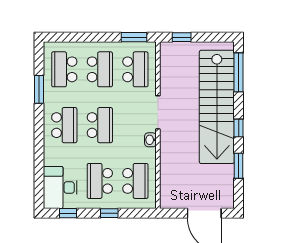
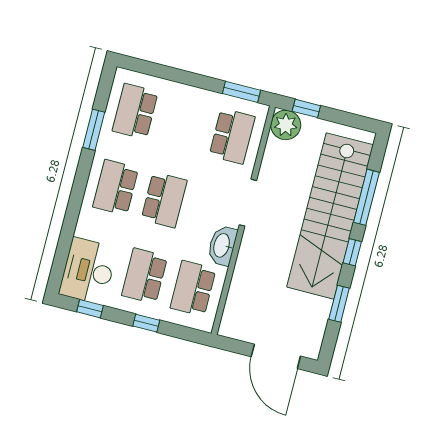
plant: (170, 52) -> (286, 125), added
school desk: (100, 69) -> (184, 124), removed
window: (239, 72) -> (366, 197), moved
school desk: (64, 125) -> (116, 187), turned 180
washbasin: (150, 140) -> (222, 246), width x1.91, depth x1.45
school desk: (135, 181) -> (193, 288), turned 180

